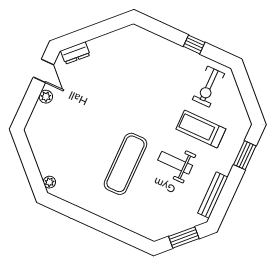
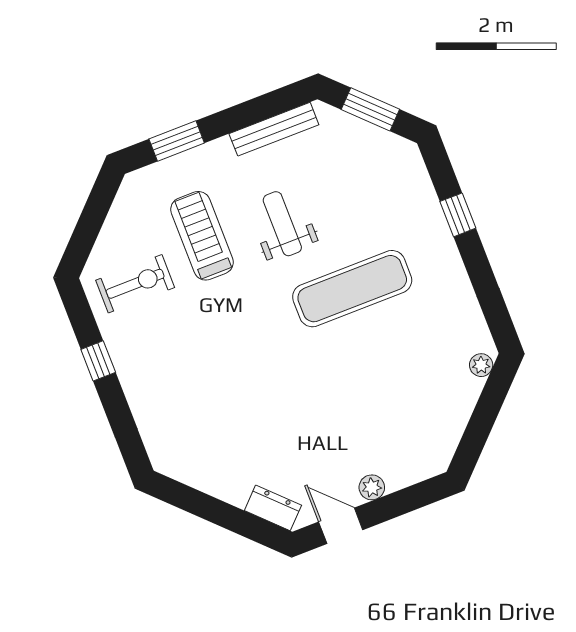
door: (43, 71) -> (341, 526), hinge flipped
treadmill: (201, 129) -> (202, 236), turned 180
weight bench: (175, 163) -> (282, 224), turned 180
window: (113, 230) -> (458, 215), added

